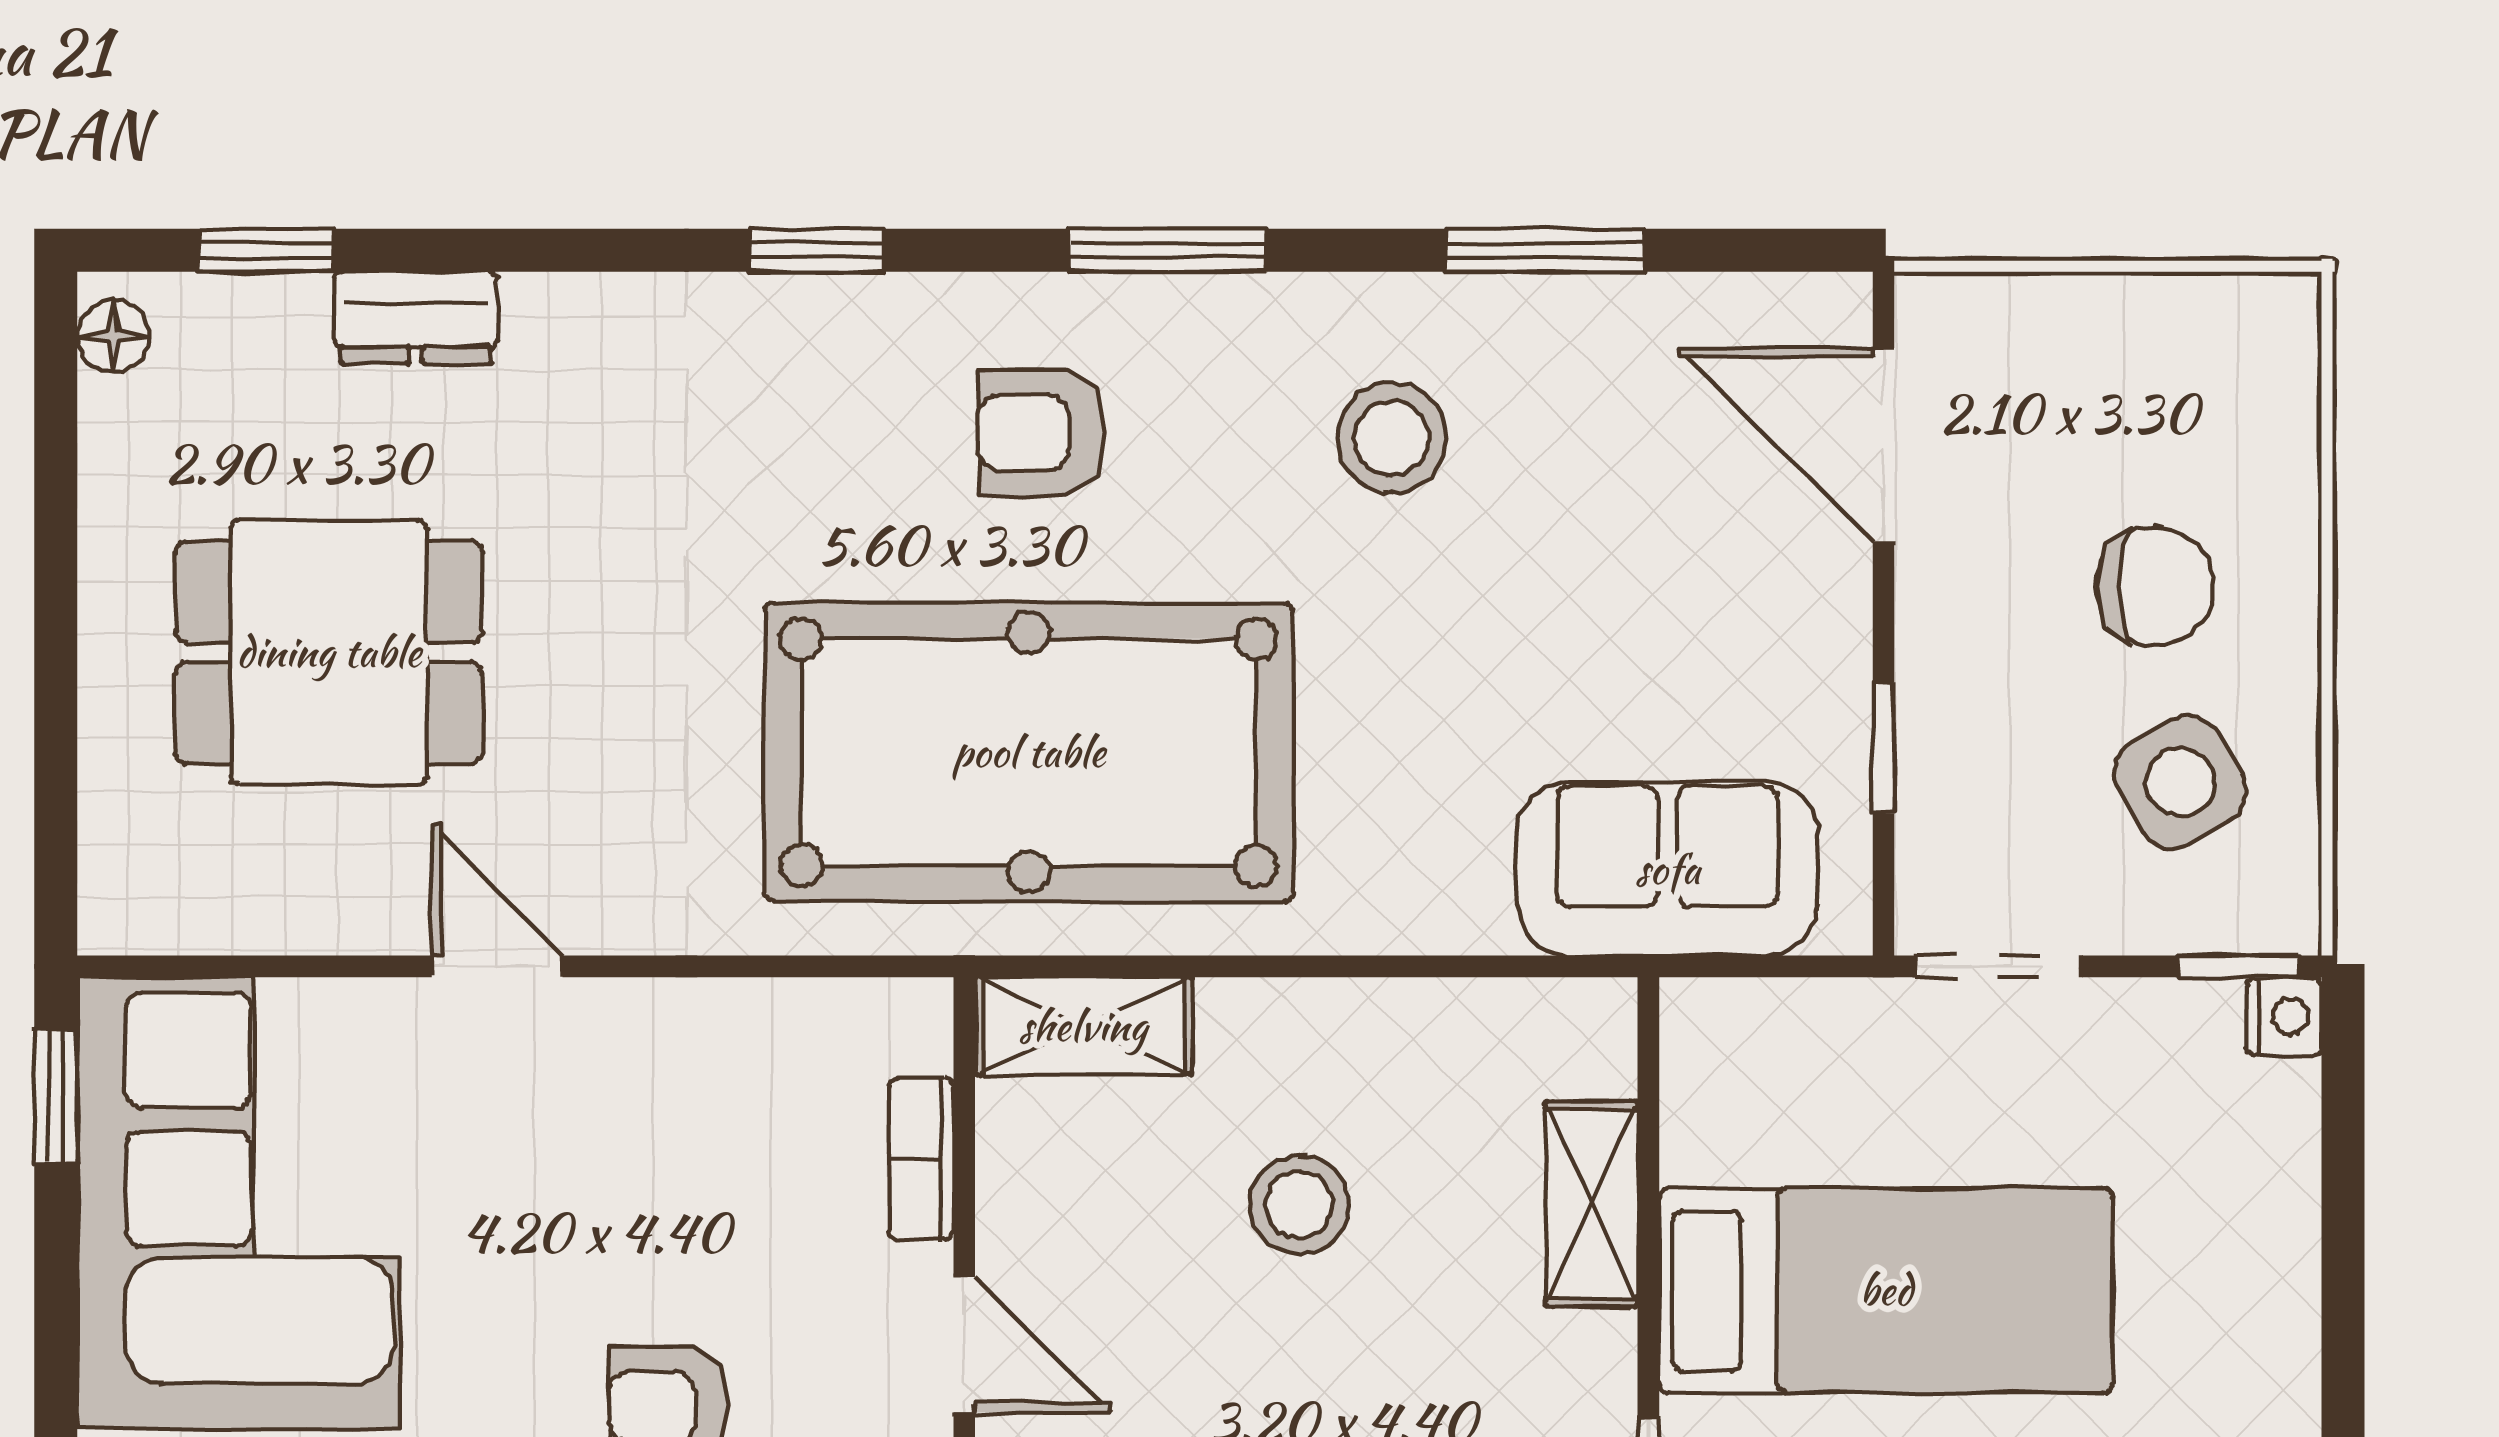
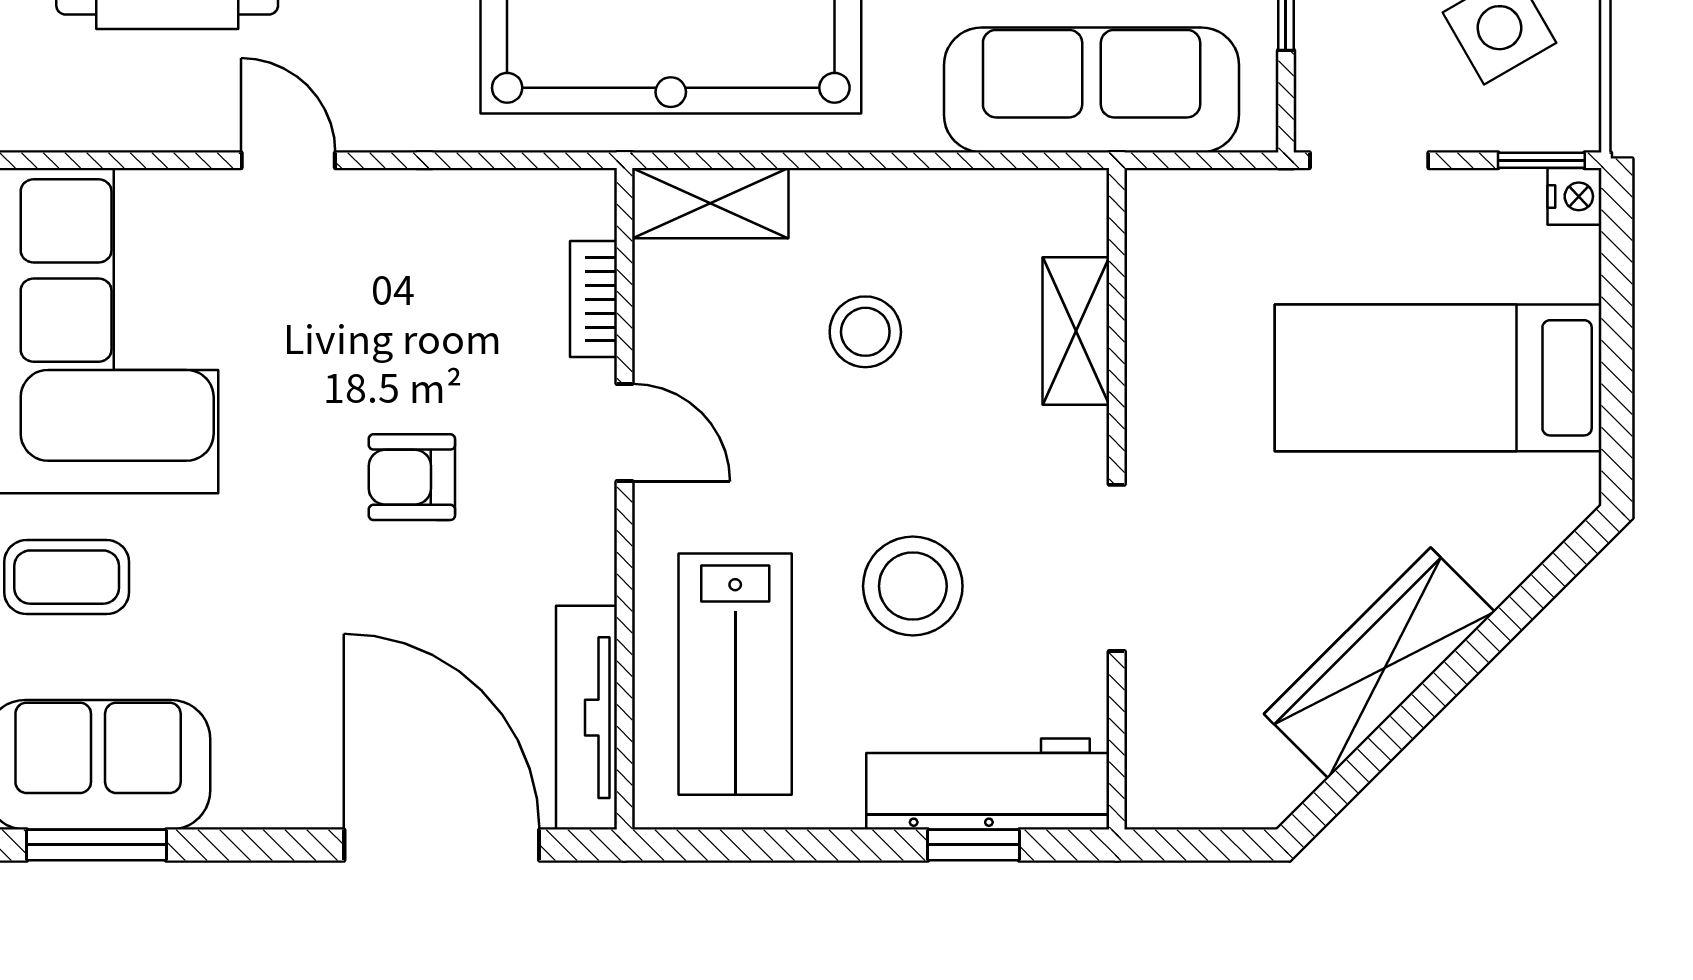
sofa: (1668, 869) -> (1092, 90), width x1.36
bed: (1886, 1290) -> (1438, 378), moved, turned 180

